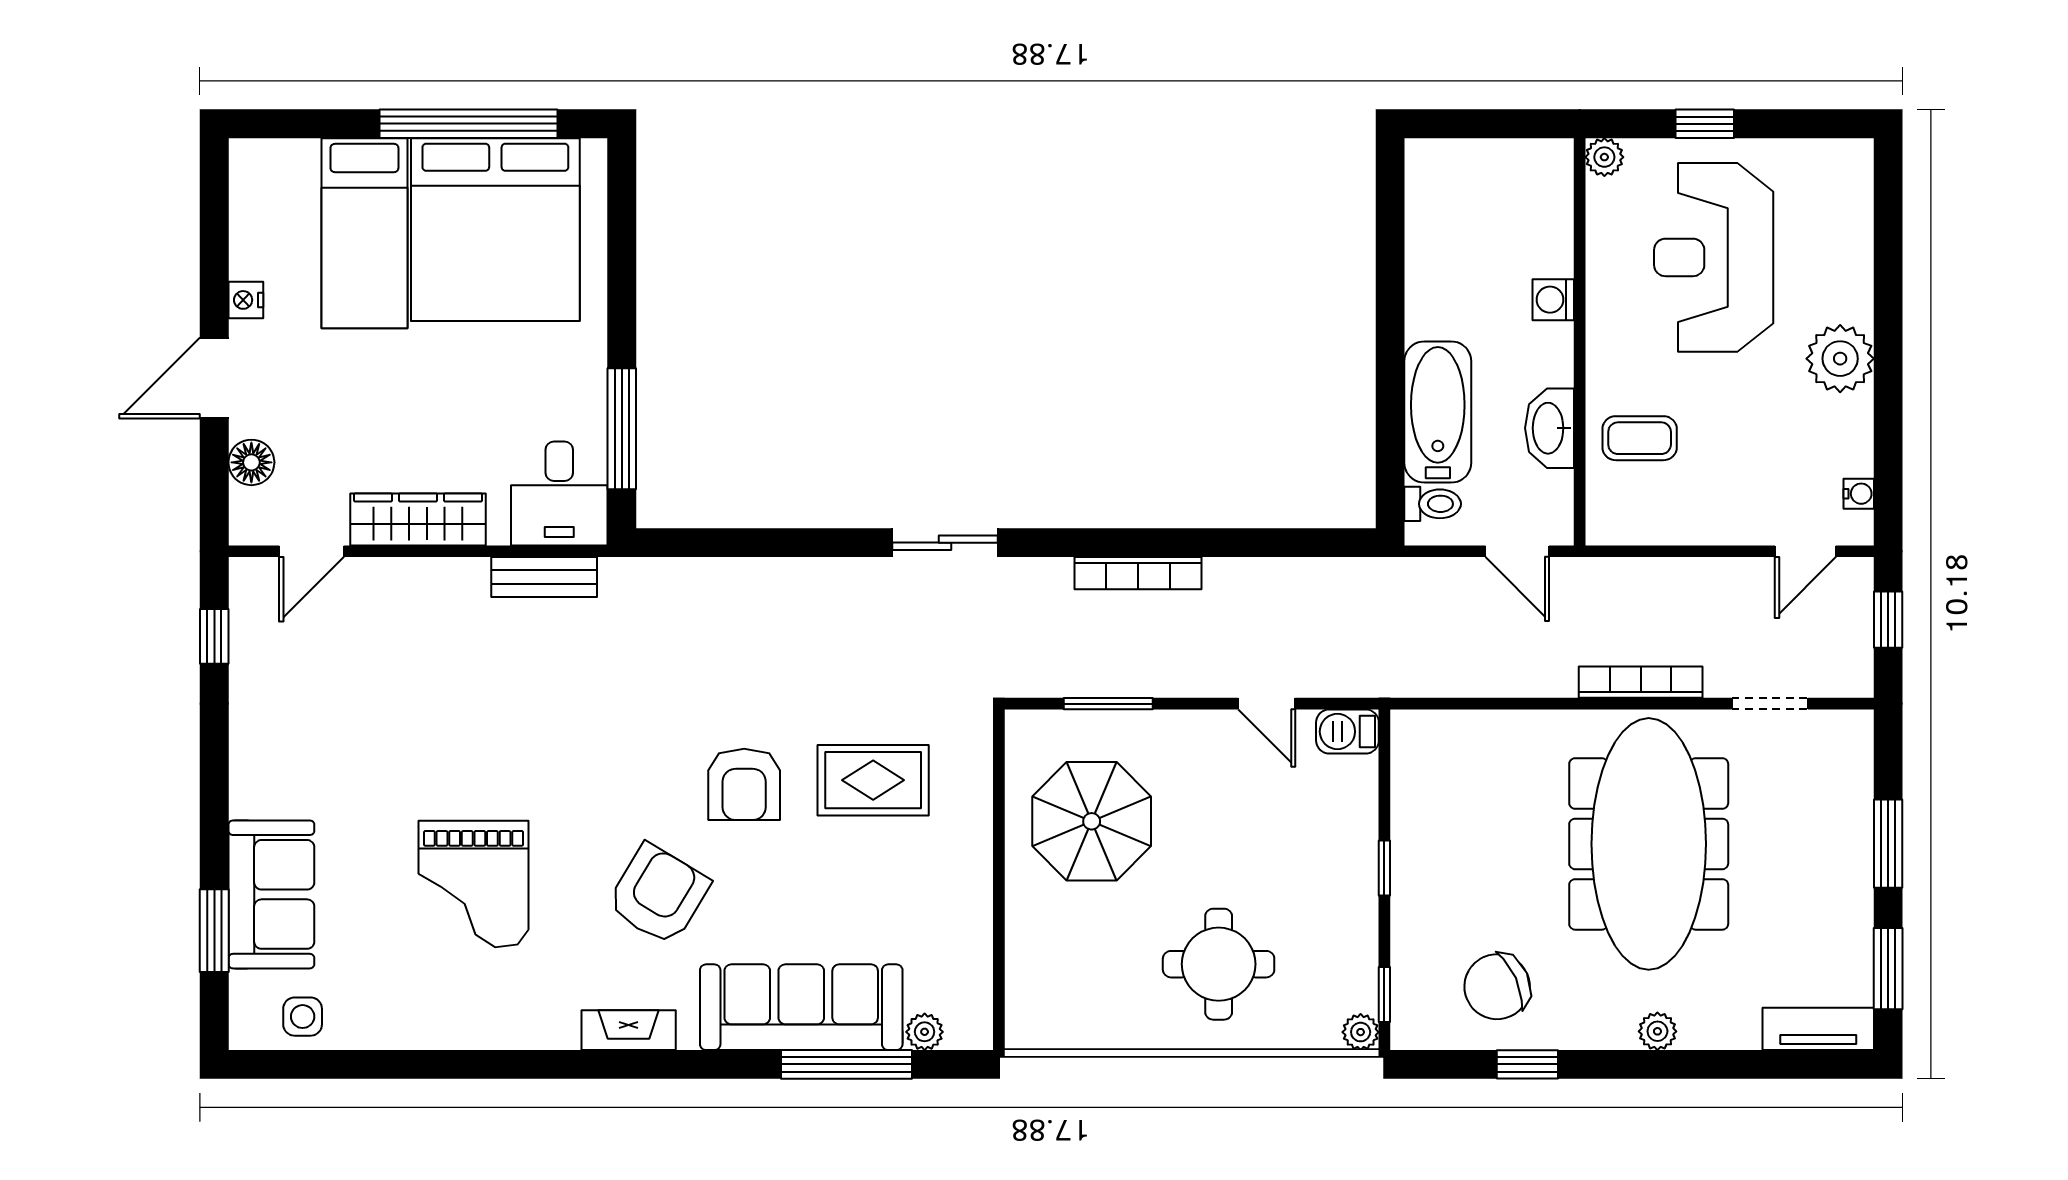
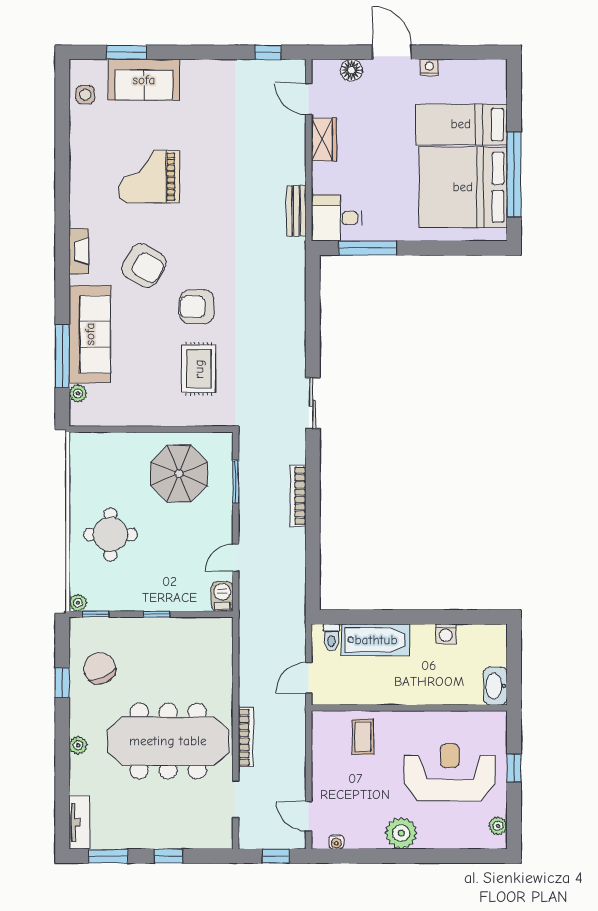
plant: (1604, 157) -> (498, 826), moved
washing machine: (1553, 300) -> (446, 634), moved, turned 180
washbasin: (1550, 428) -> (495, 686), moved, turned -90
wardrobe: (418, 519) -> (324, 139), width x0.67
window: (1888, 844) -> (168, 856), width x0.67

